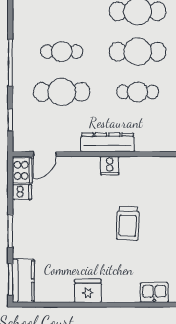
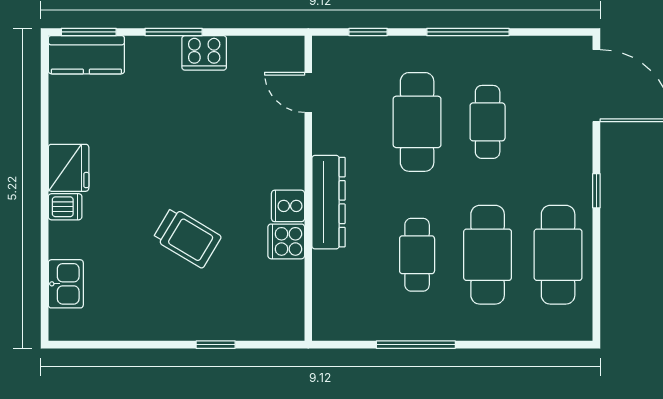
cooker: (130, 167) -> (286, 241), added
cooker: (22, 170) -> (204, 53), moved
dishwasher: (22, 192) -> (65, 207), moved, turned -90
trolley: (128, 223) -> (187, 238), turned -151

